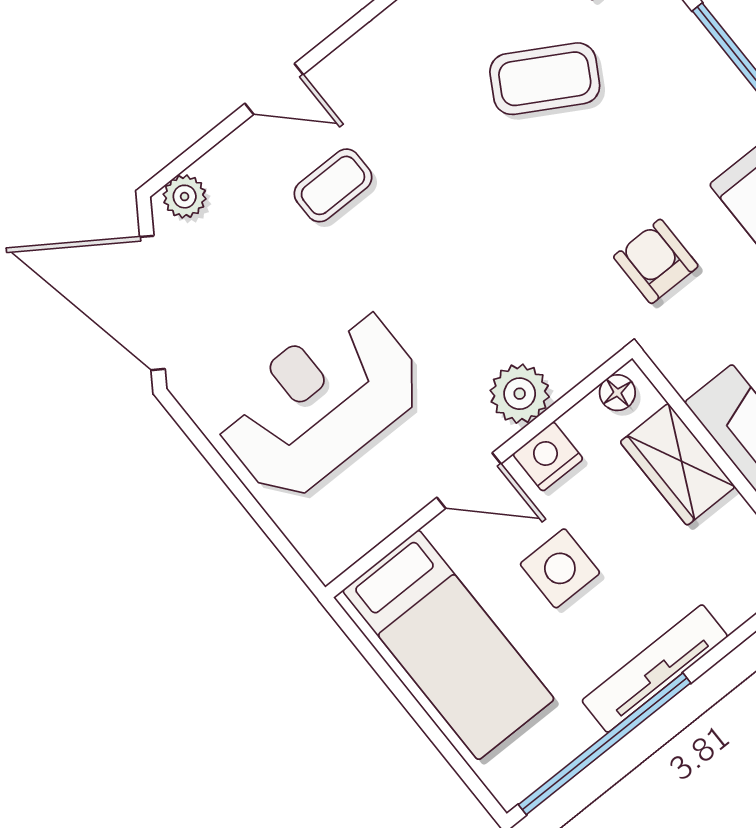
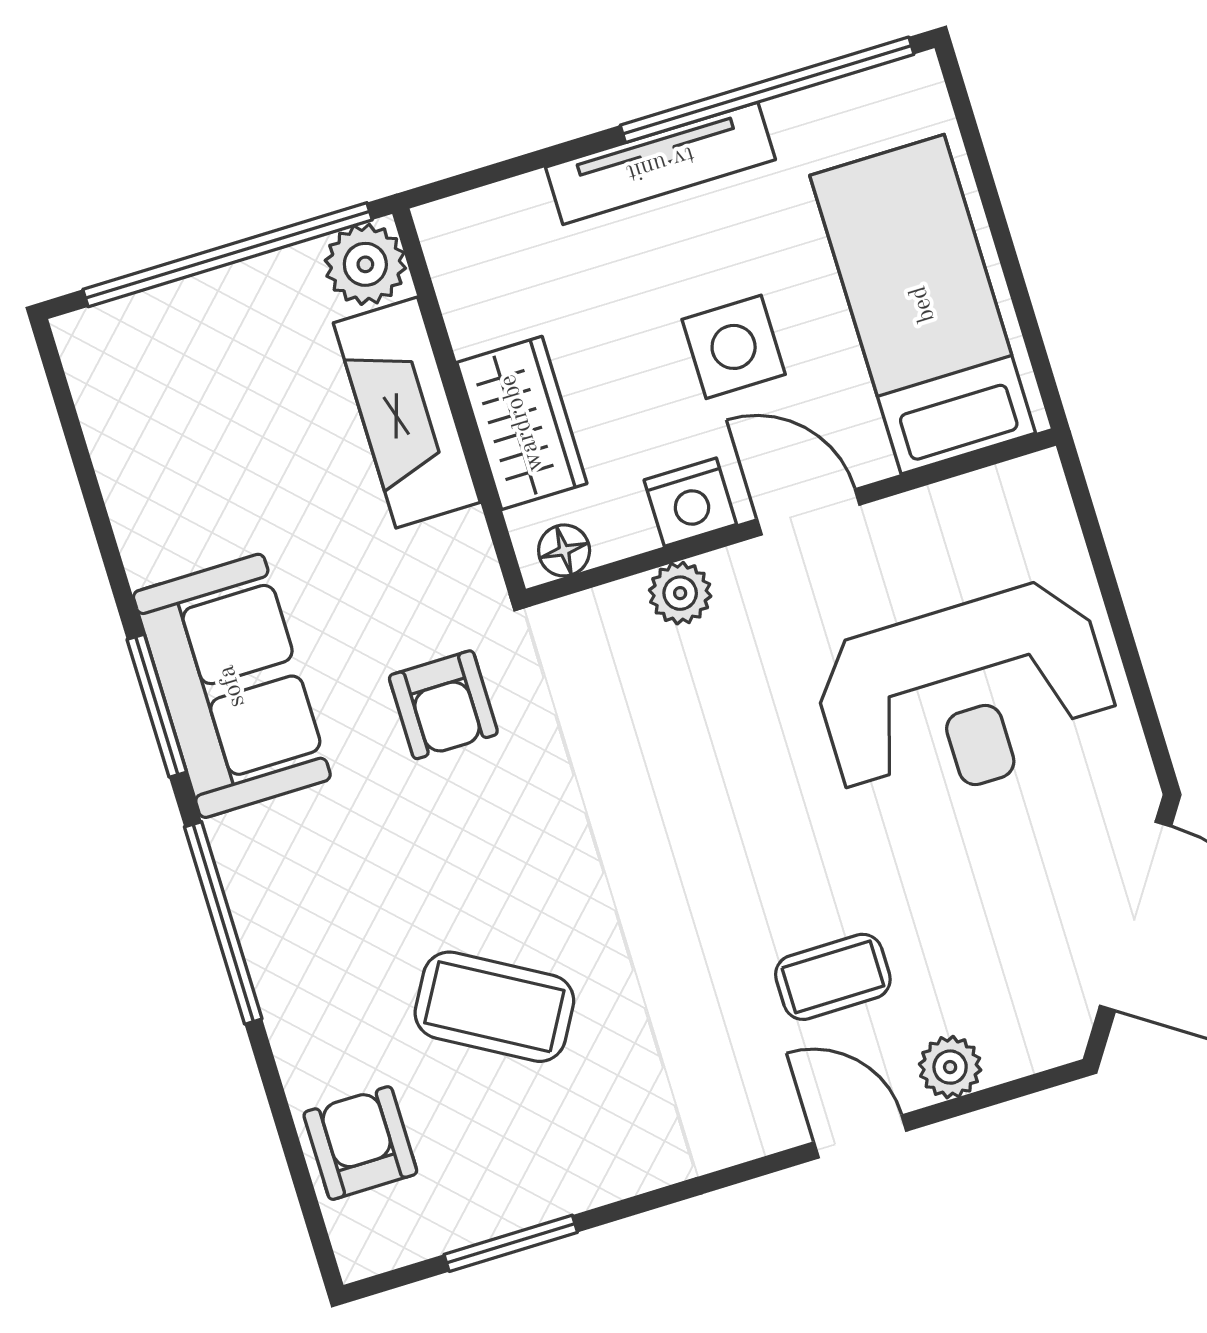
plant: (185, 197) -> (950, 1067), moved
plant: (520, 394) -> (680, 593), width x0.73, depth x0.73

